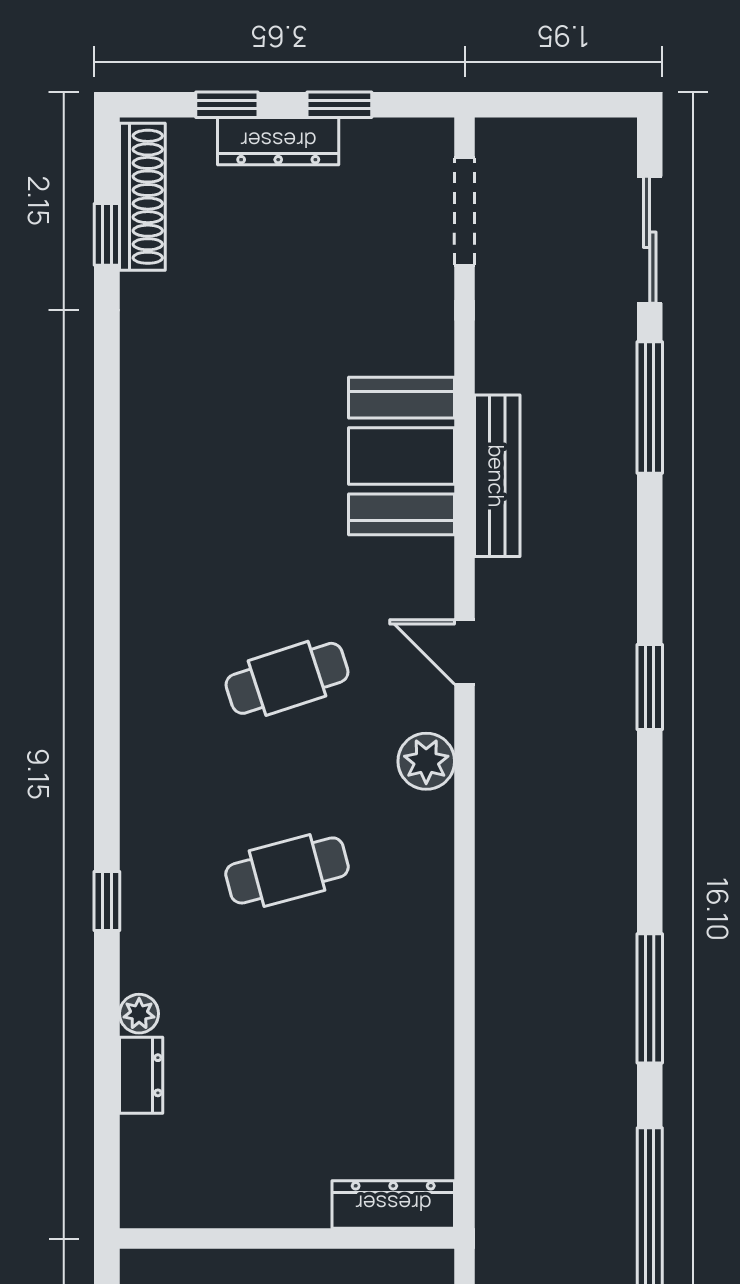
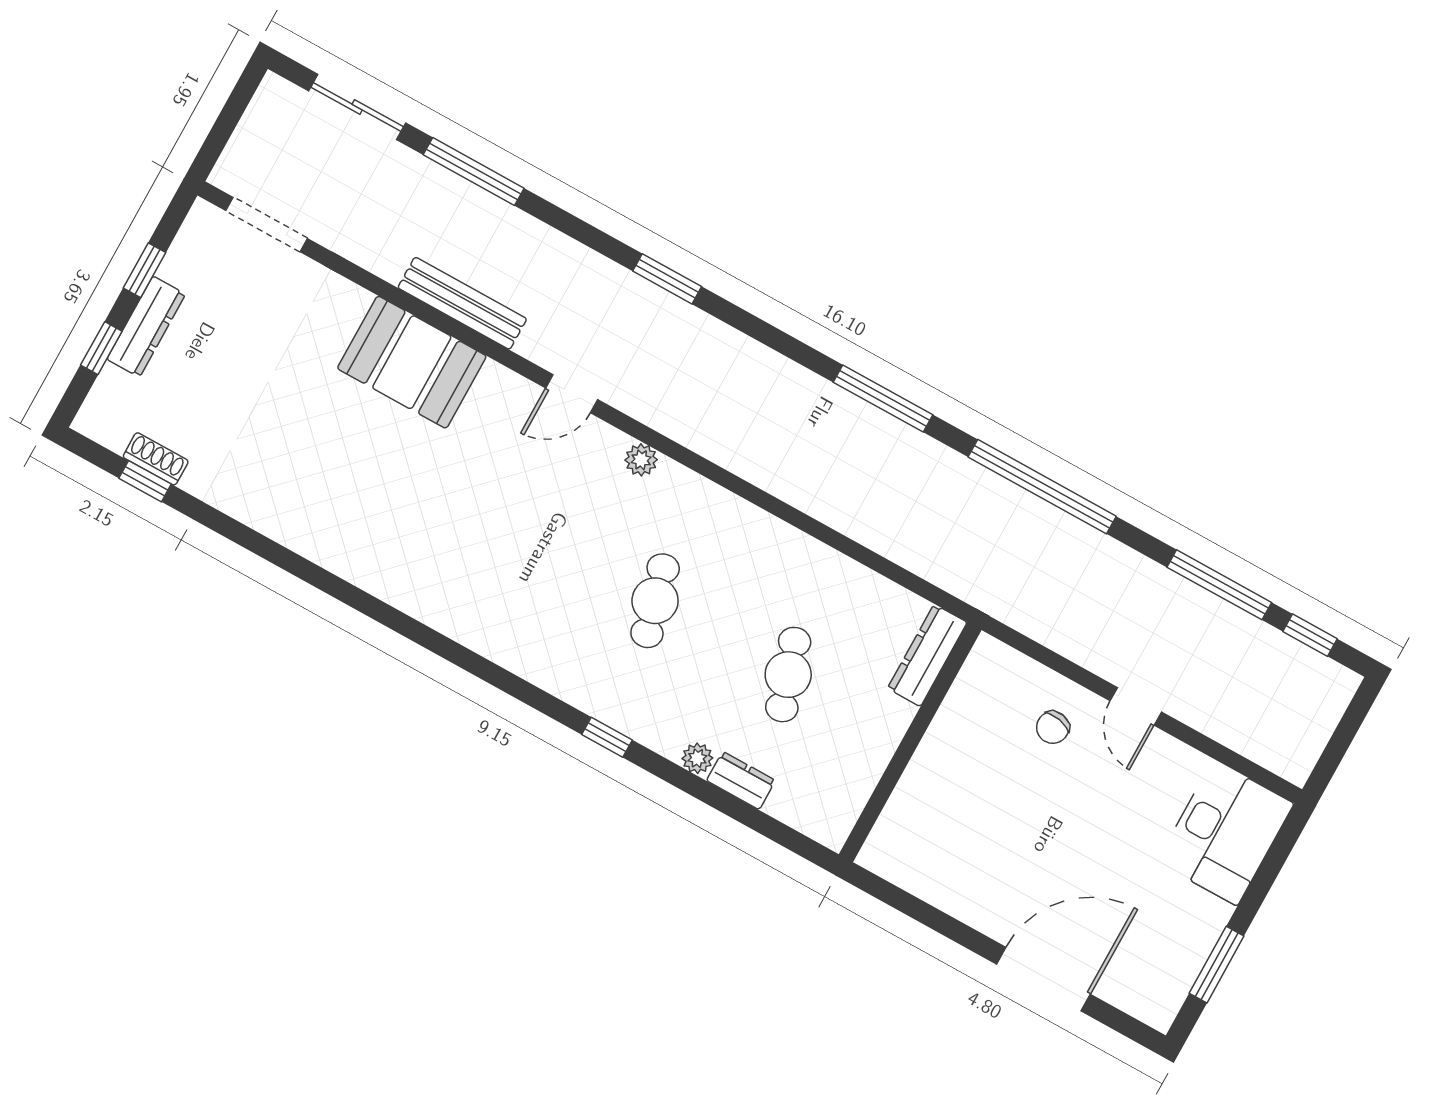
shoe rack: (142, 197) -> (156, 459), width x0.51, depth x0.81
cafe table: (287, 678) -> (788, 675), moved
plant: (426, 761) -> (641, 460), width x0.73, depth x0.73

